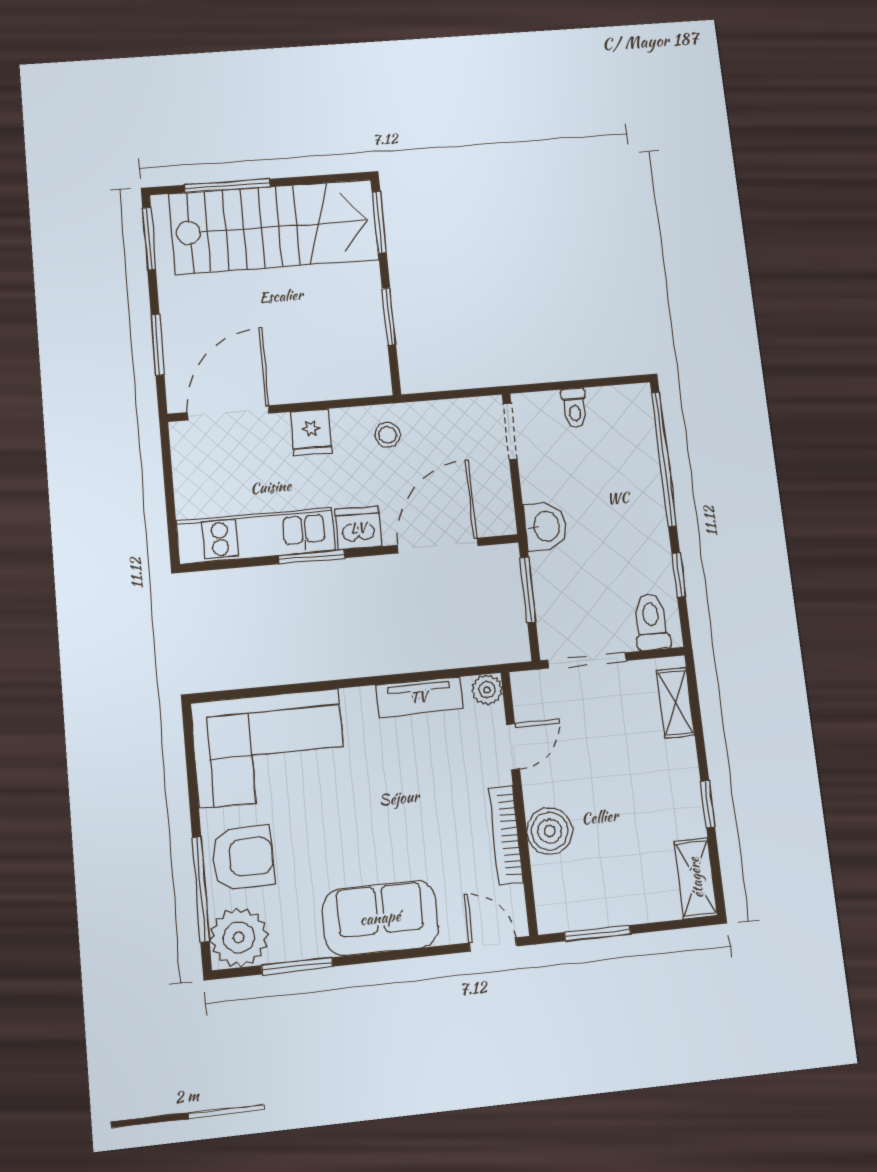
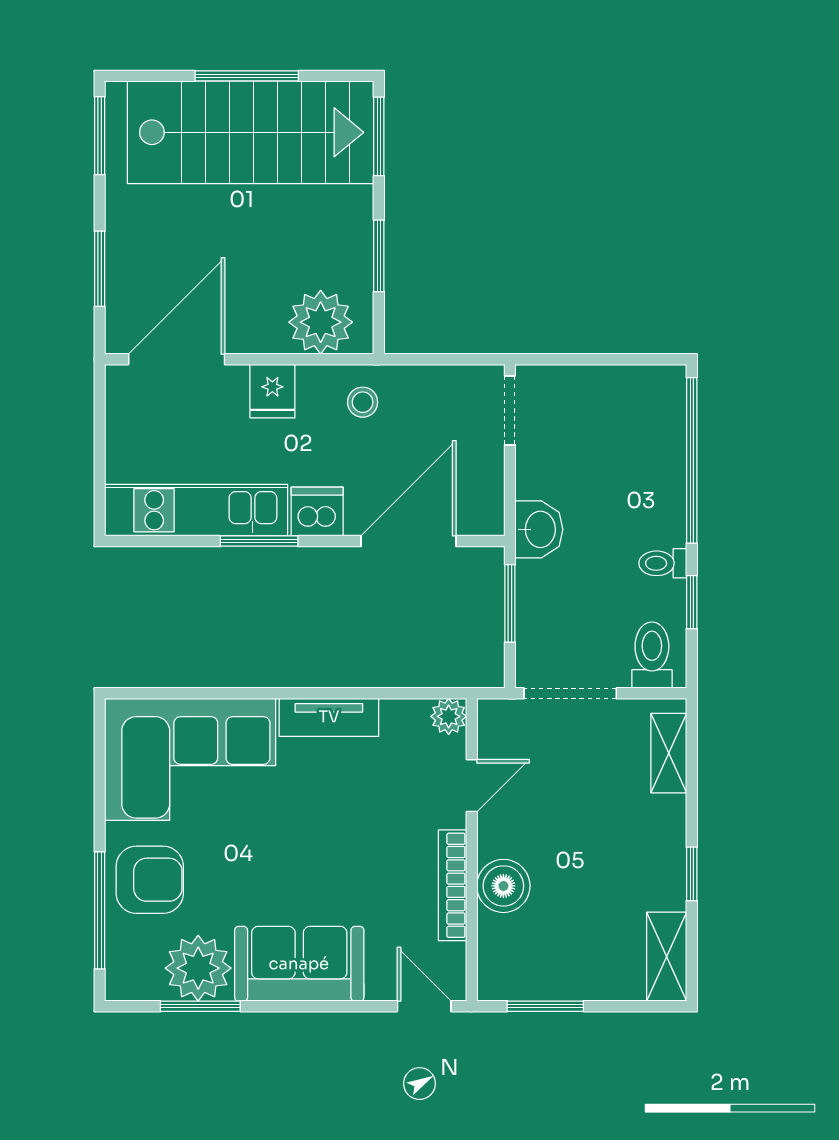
window: (227, 186) -> (247, 76), moved
plant: (346, 373) -> (321, 322), added
toilet: (574, 408) -> (663, 563), moved, turned 90
tv unit: (419, 697) -> (329, 717), moved
plant: (239, 937) -> (198, 968), moved

